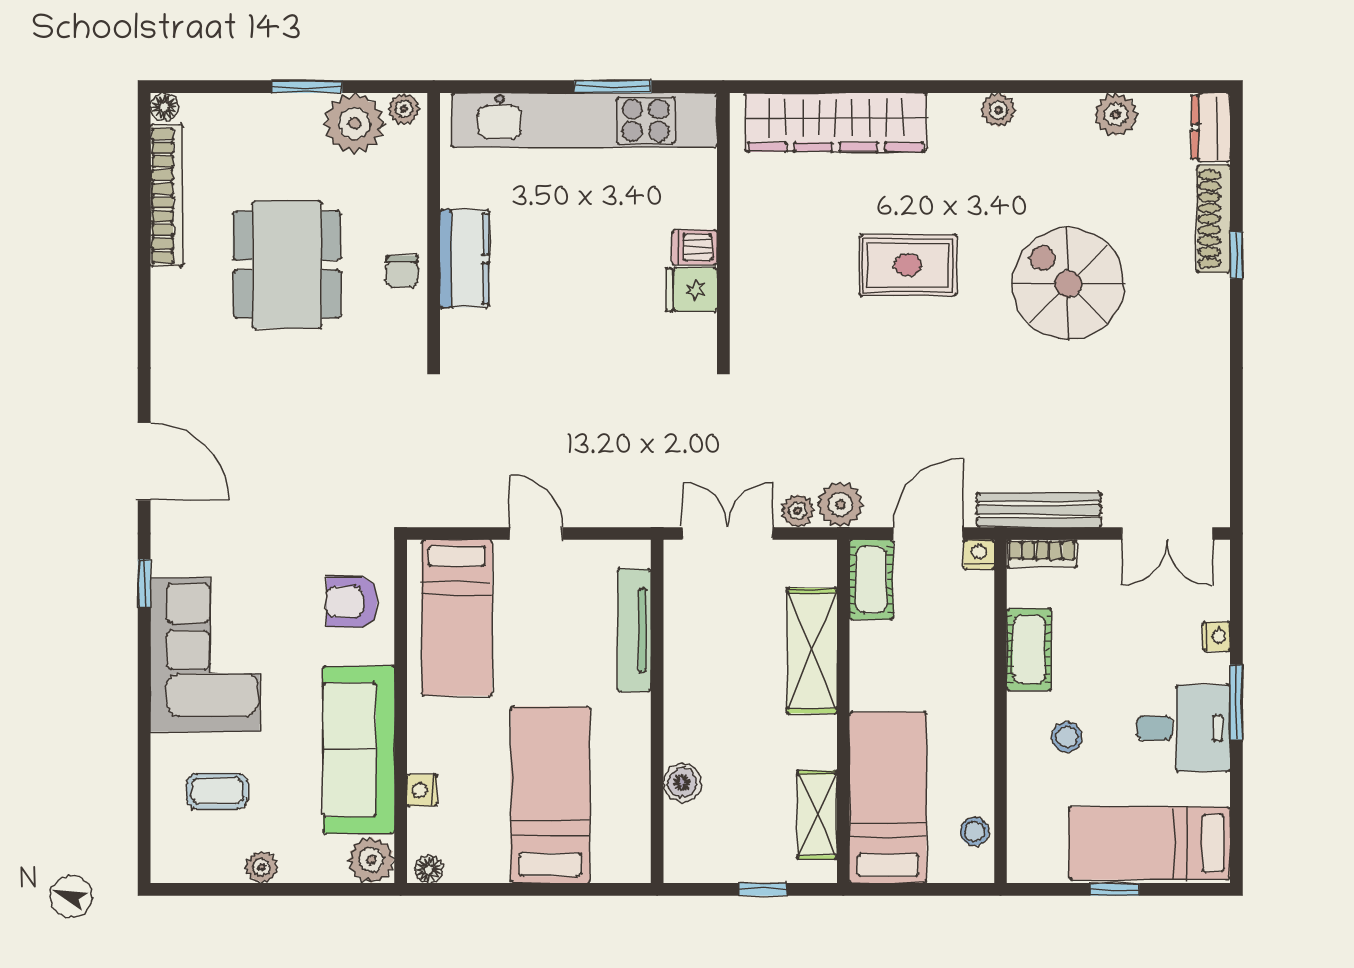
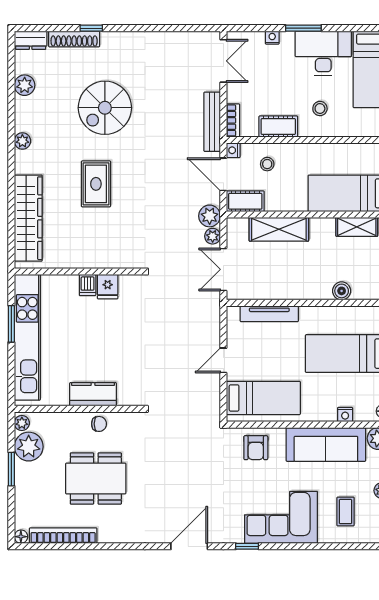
desk: (1184, 728) -> (323, 53), width x1.37
stool: (975, 831) -> (267, 164), moved

